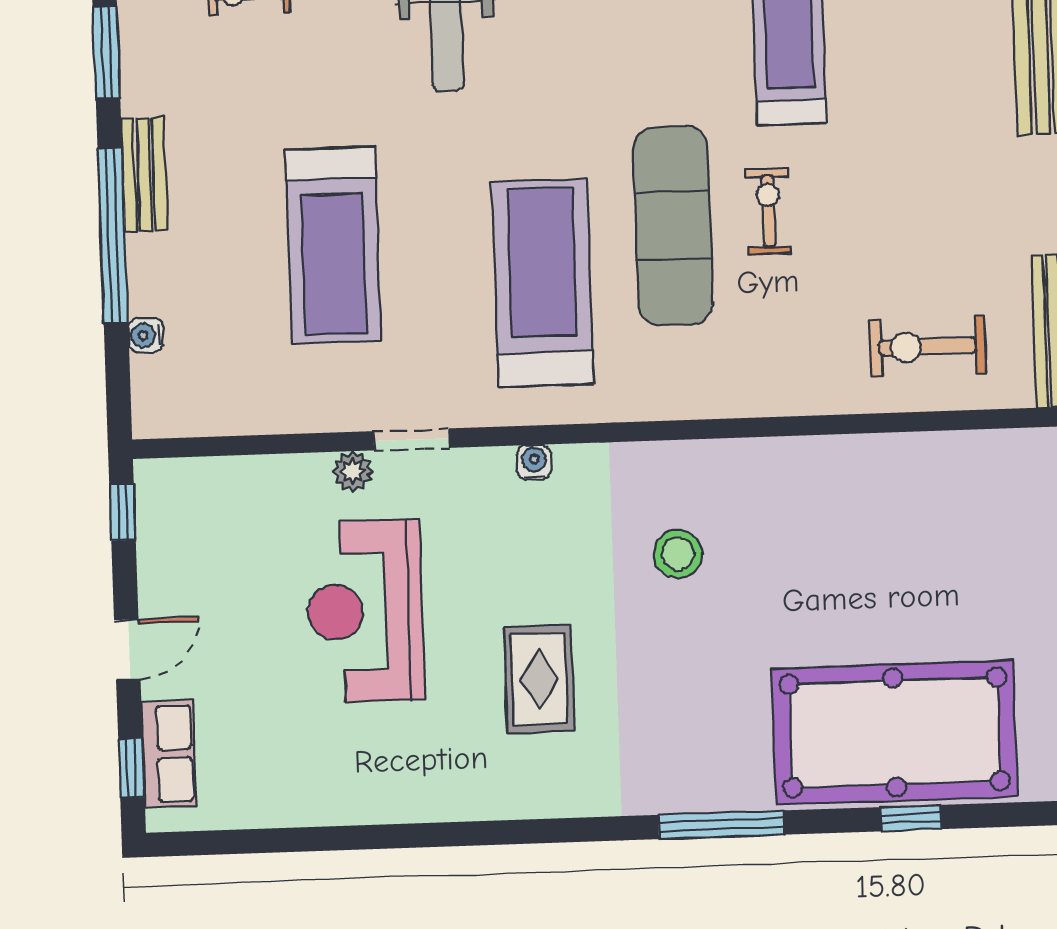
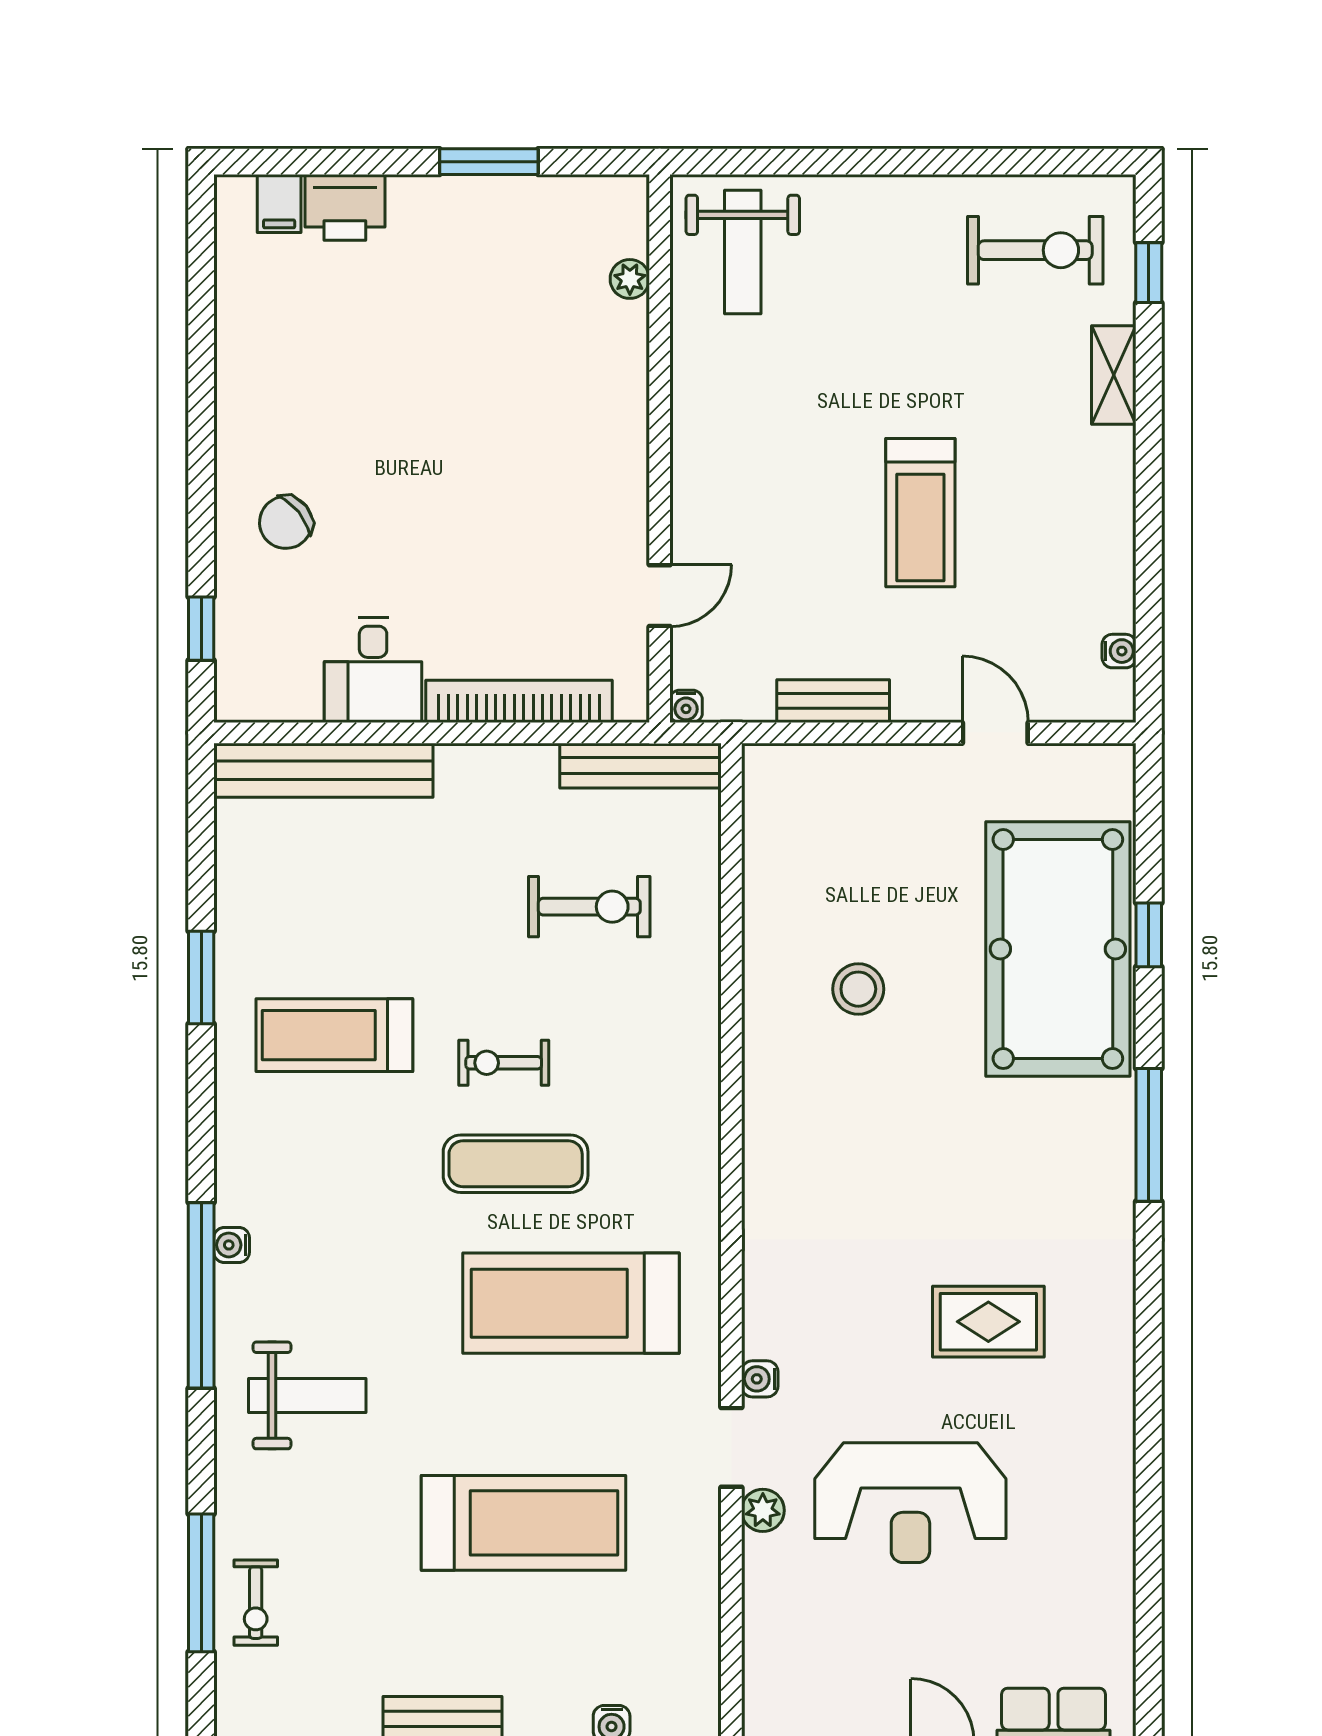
exercise mat: (673, 226) -> (516, 1164), width x0.73, depth x0.69
exercise bike: (928, 347) -> (589, 907), moved, turned -90
water cooler: (534, 462) -> (760, 1379), moved
stool: (678, 554) -> (858, 989), moved

